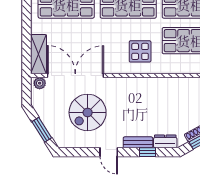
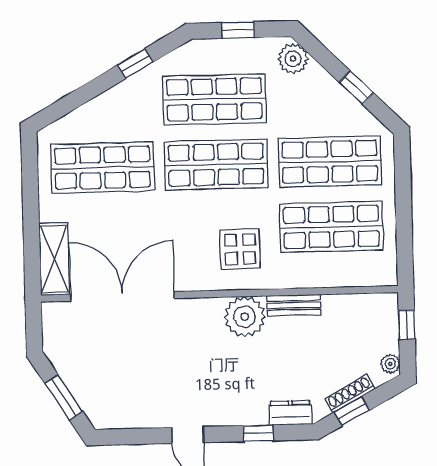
plant: (40, 83) -> (245, 317), moved, width x1.88, depth x1.88
spiral stairs: (88, 112) -> (147, 363), removed
bench: (138, 142) -> (294, 305), moved

